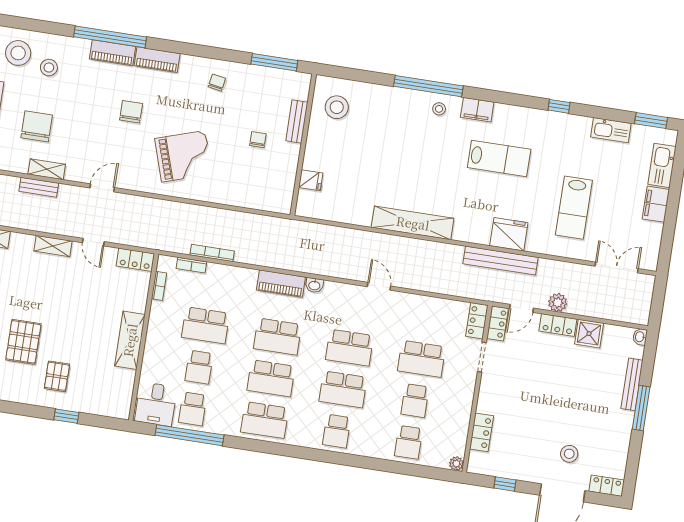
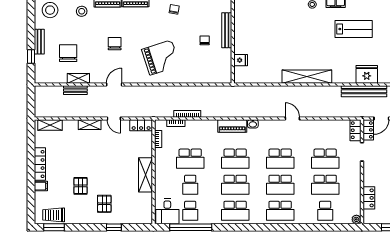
stool: (49, 68) -> (82, 11), moved
stool: (337, 107) -> (250, 13), removed
chair: (131, 112) -> (115, 44), moved
bench: (297, 122) -> (227, 30), width x1.36
pallet: (23, 342) -> (81, 186), width x0.67, depth x0.71
school desk: (415, 401) -> (325, 185), width x1.85
school desk: (337, 431) -> (280, 211), width x1.85

